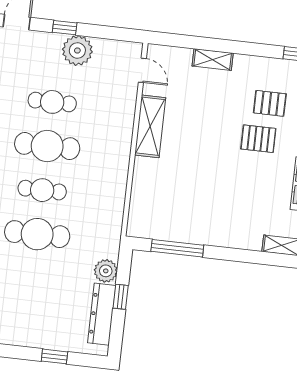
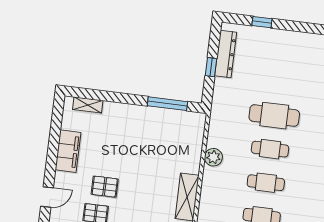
cafe table: (47, 146) -> (266, 183), width x0.73, depth x0.74
plant: (106, 271) -> (213, 157), moved

